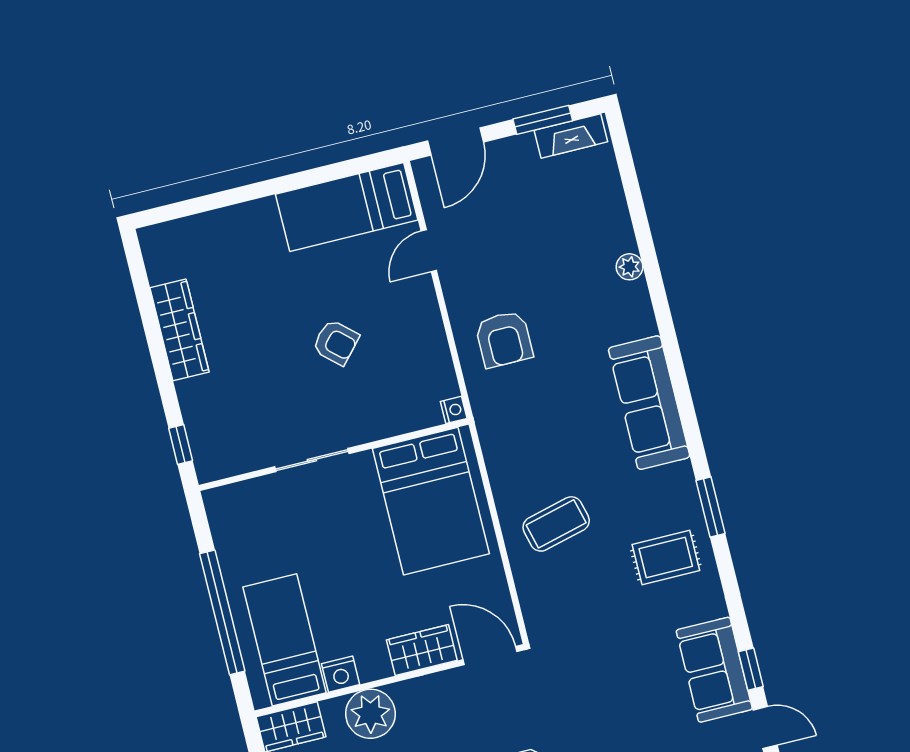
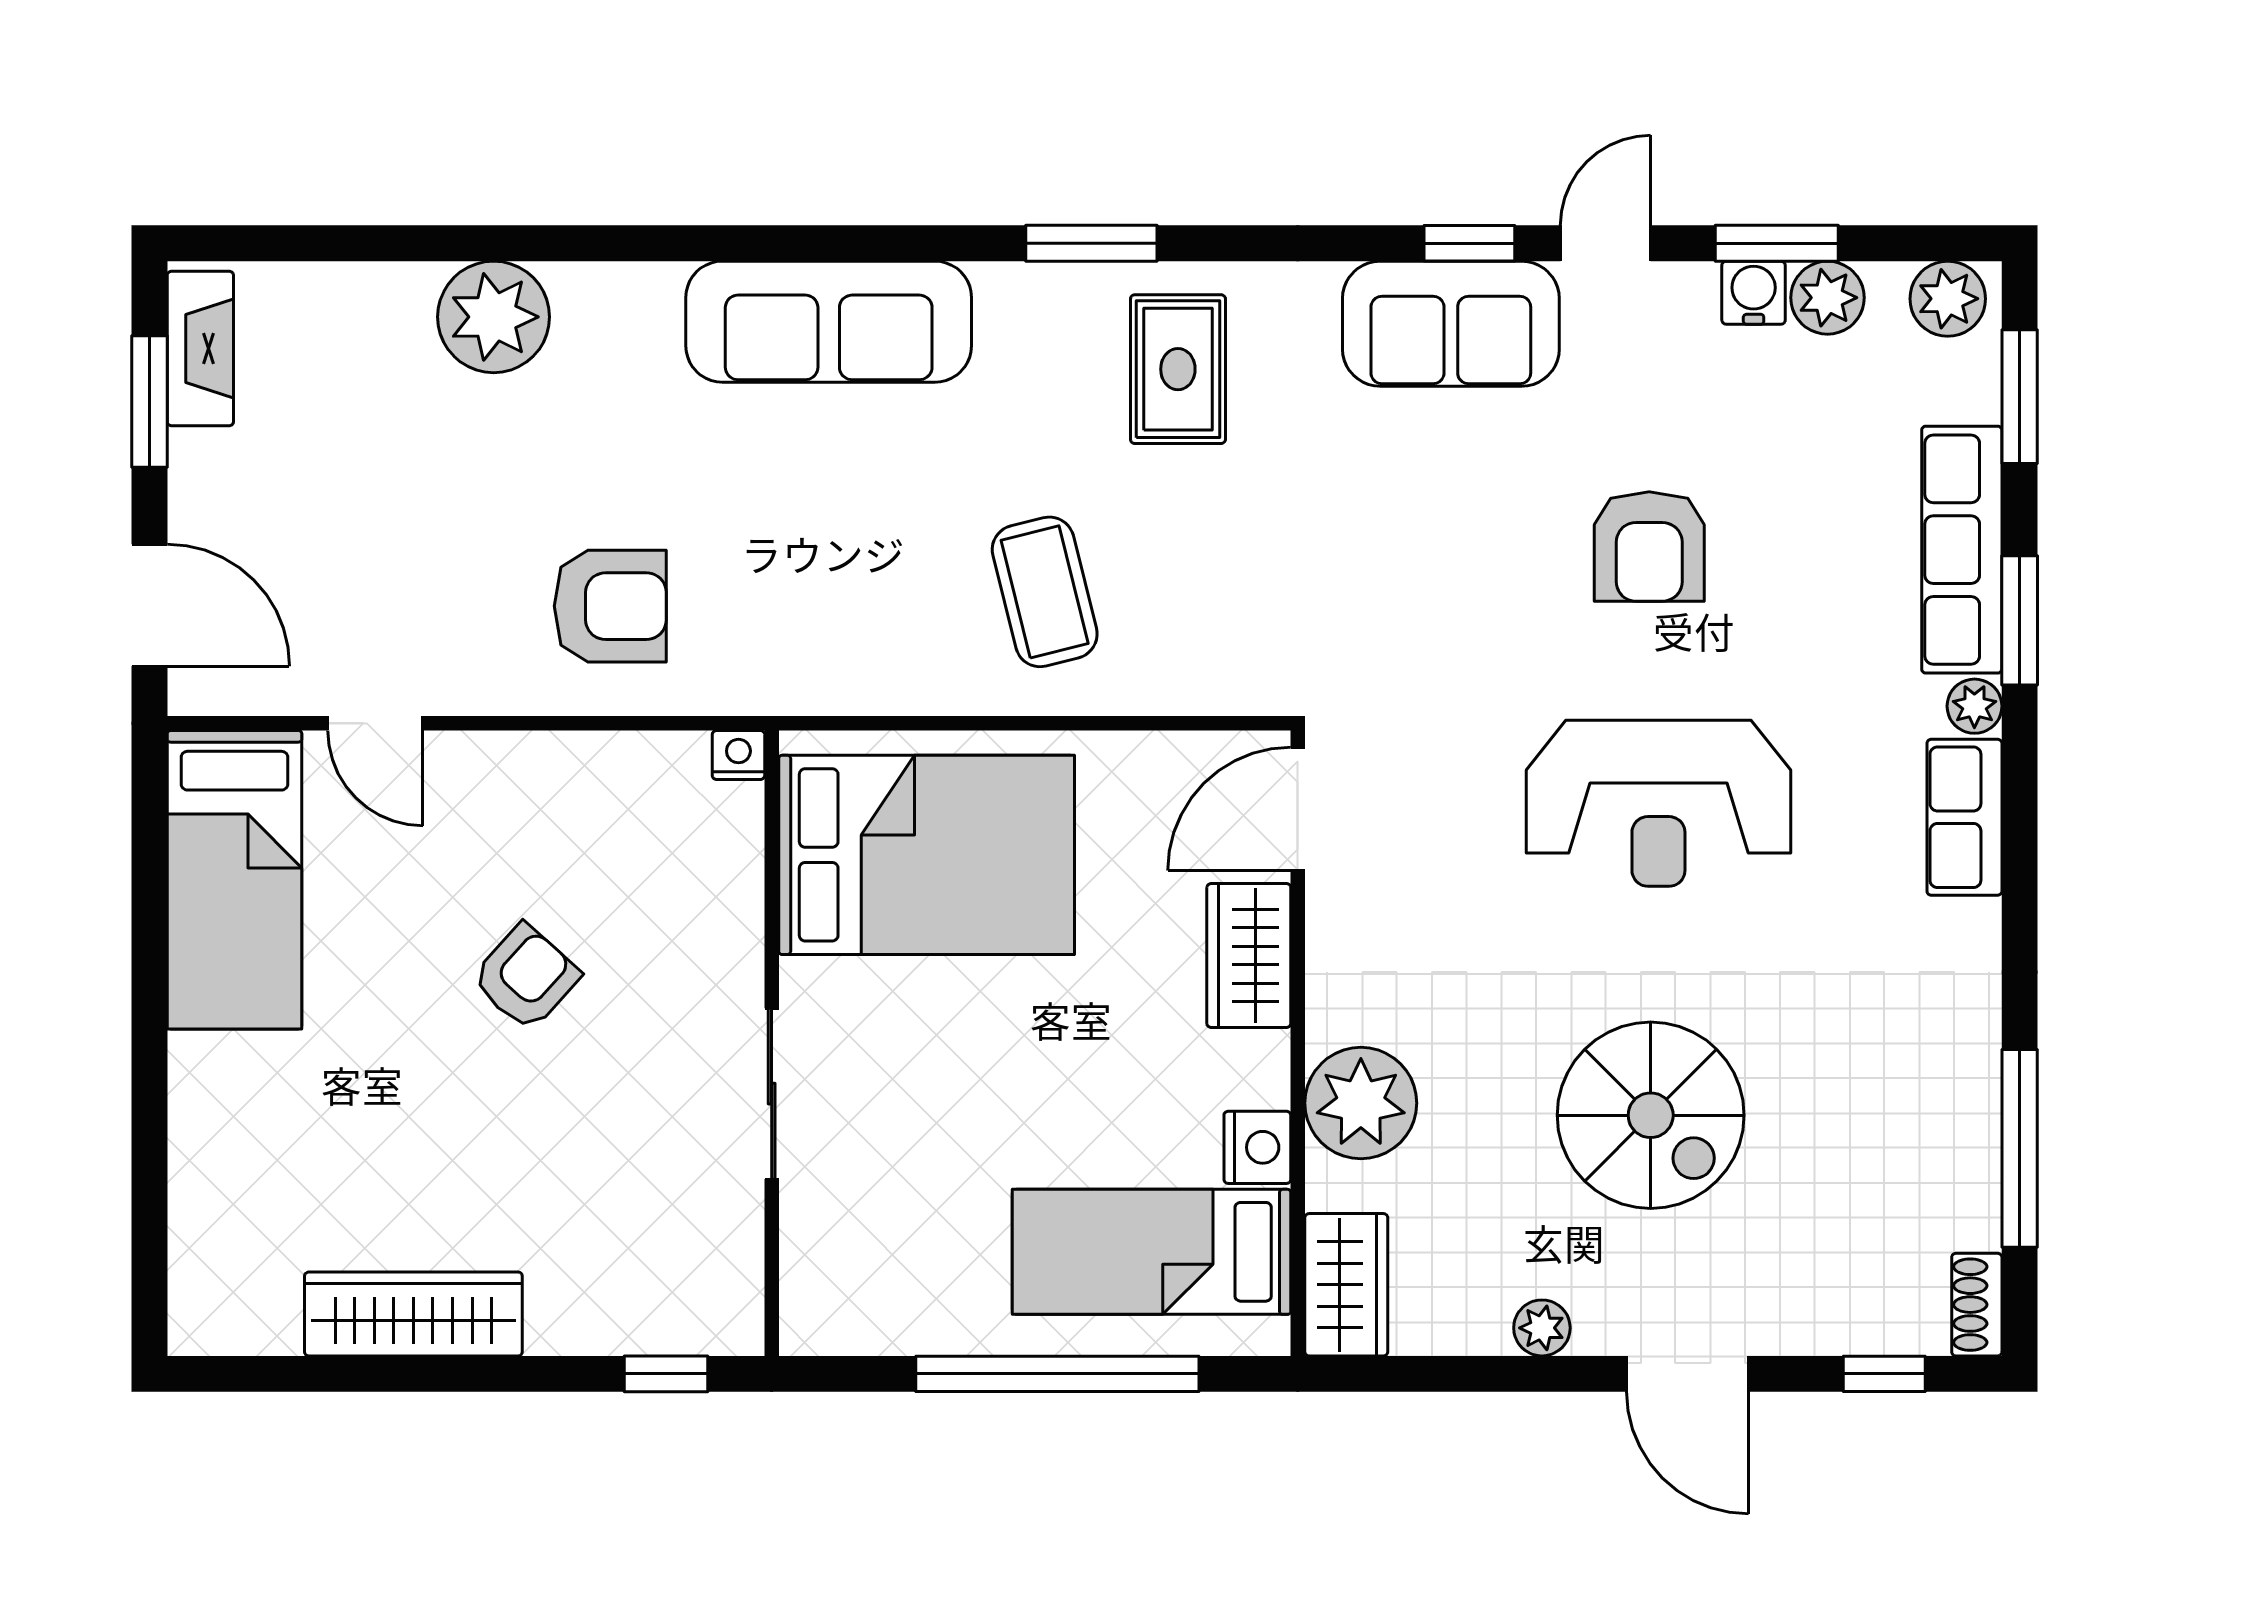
plant: (630, 267) -> (494, 317), width x1.88, depth x1.88

